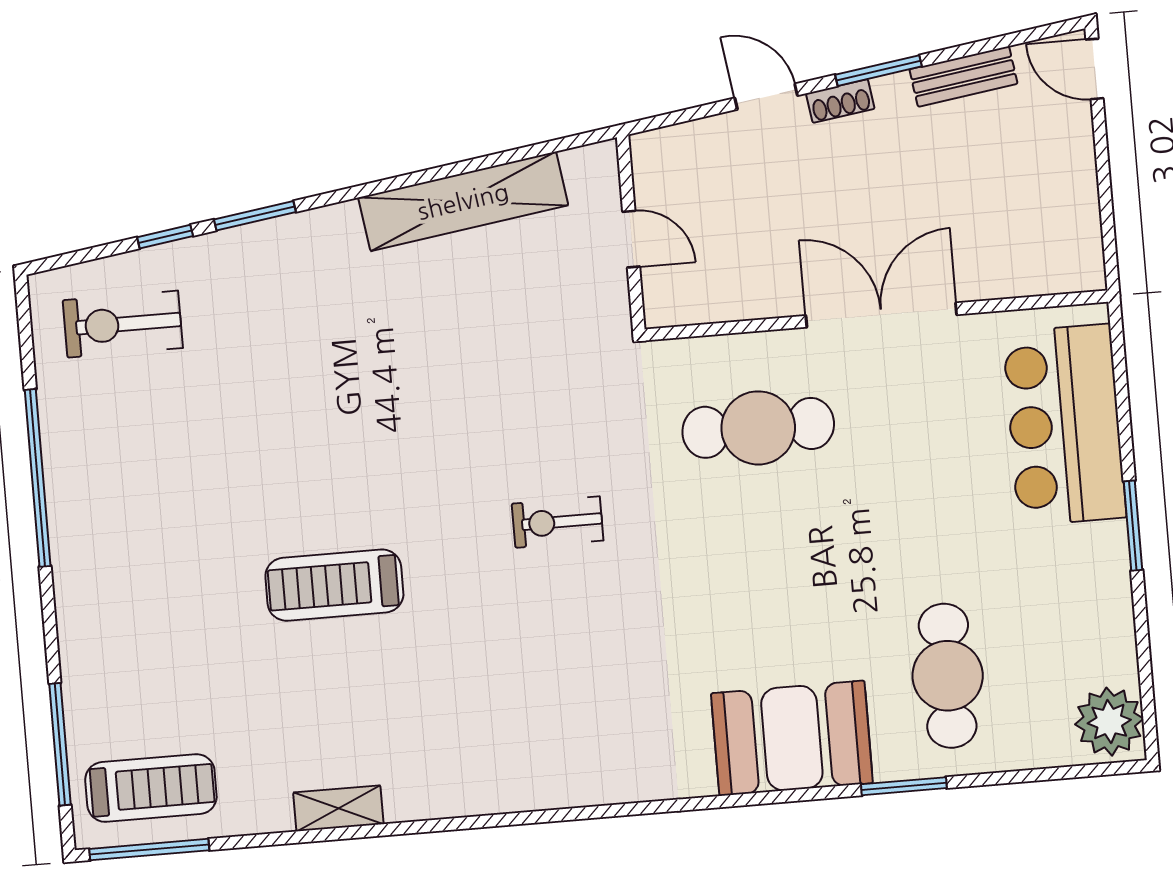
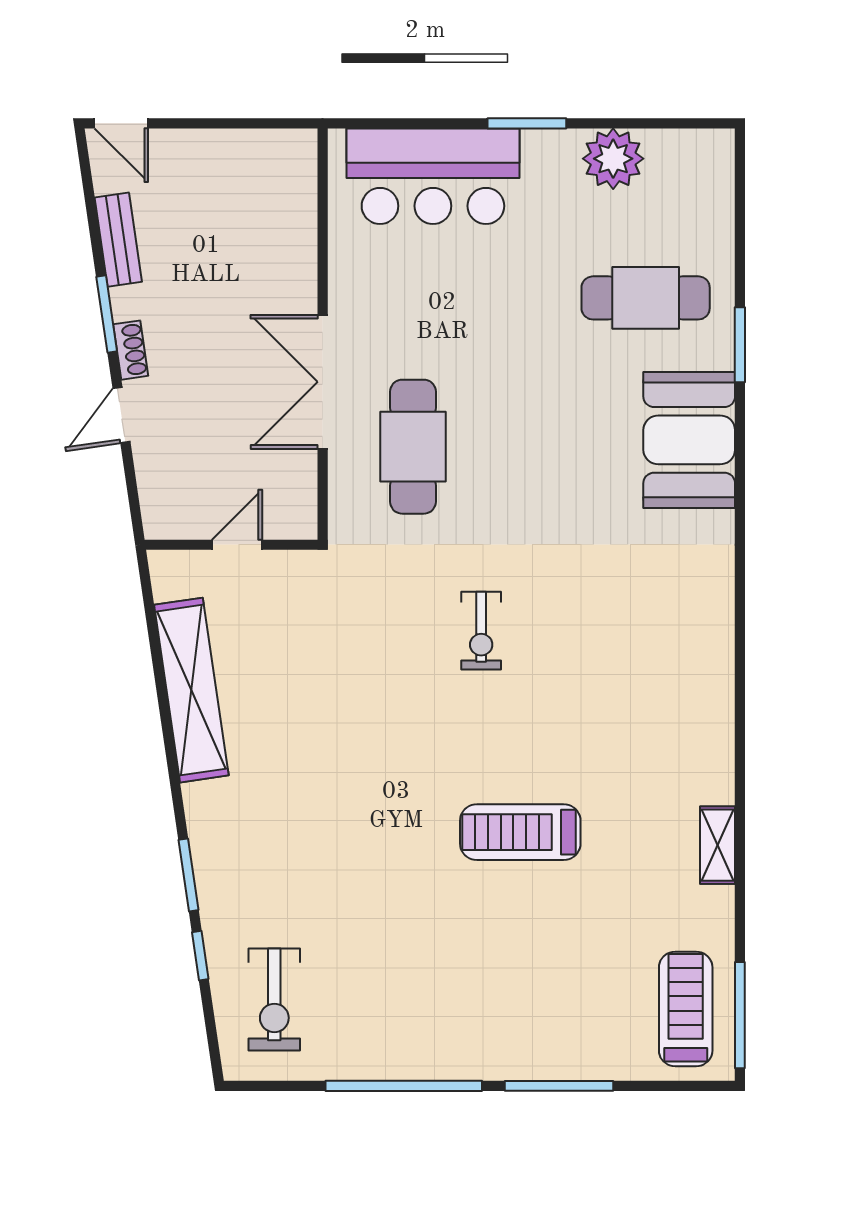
door: (1095, 69) -> (121, 123), hinge flipped
double door: (881, 315) -> (323, 382), moved
treadmill: (334, 585) -> (520, 832), turned 90
plant: (1109, 722) -> (613, 159), moved
window: (60, 744) -> (559, 1086), moved

